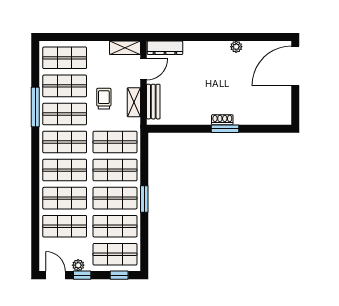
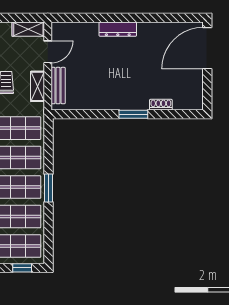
plant: (236, 47) -> (145, 28), removed
dresser: (165, 48) -> (118, 29), moved
shoe rack: (222, 120) -> (161, 105), moved

